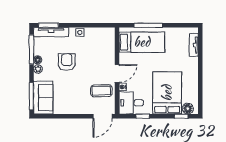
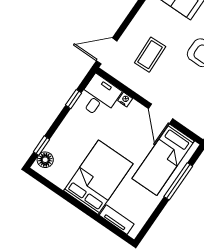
door: (117, 73) -> (160, 114), moved
coffee table: (101, 91) -> (150, 55), moved
bed: (167, 93) -> (98, 177), moved, turned -90
door: (103, 116) -> (107, 51), hinge flipped

